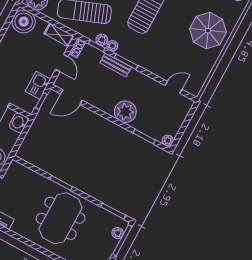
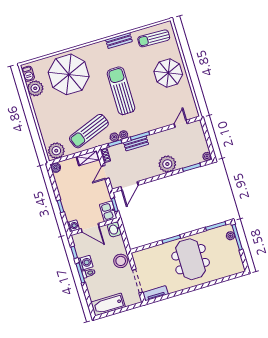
boiler: (24, 22) -> (56, 168), width x0.54, depth x0.54
door: (62, 63) -> (105, 172), swing flipped
kitchen sink: (38, 85) -> (108, 211), moved

